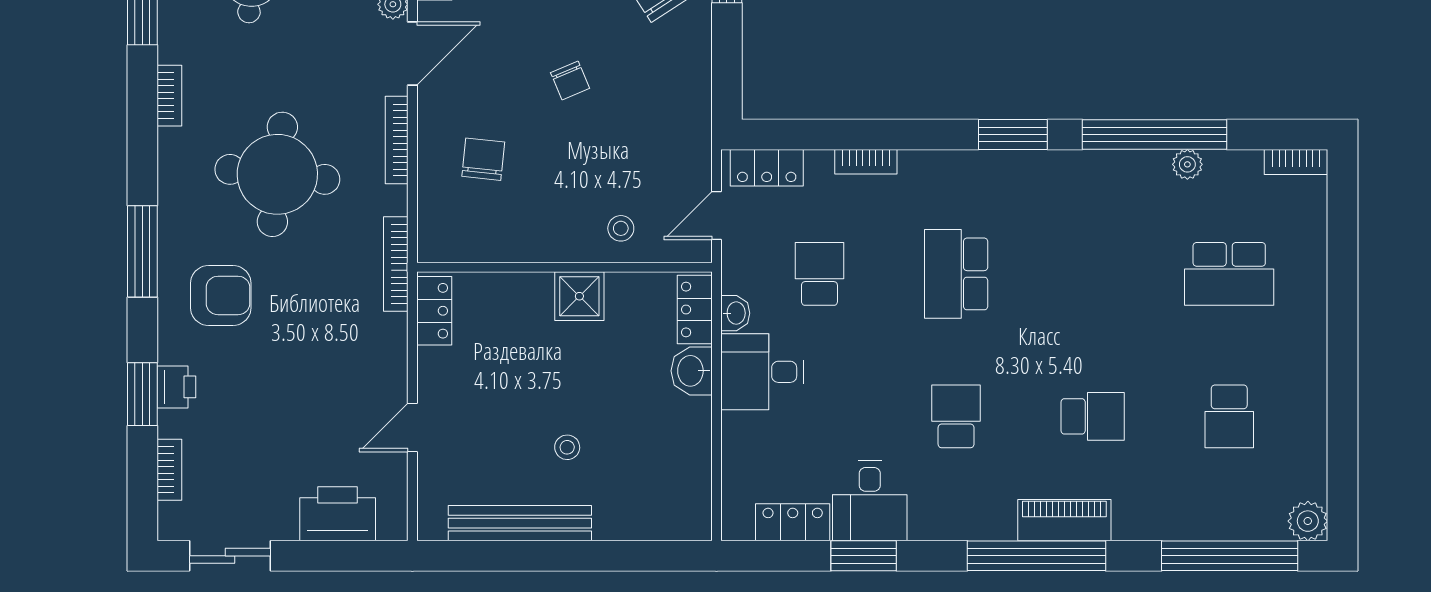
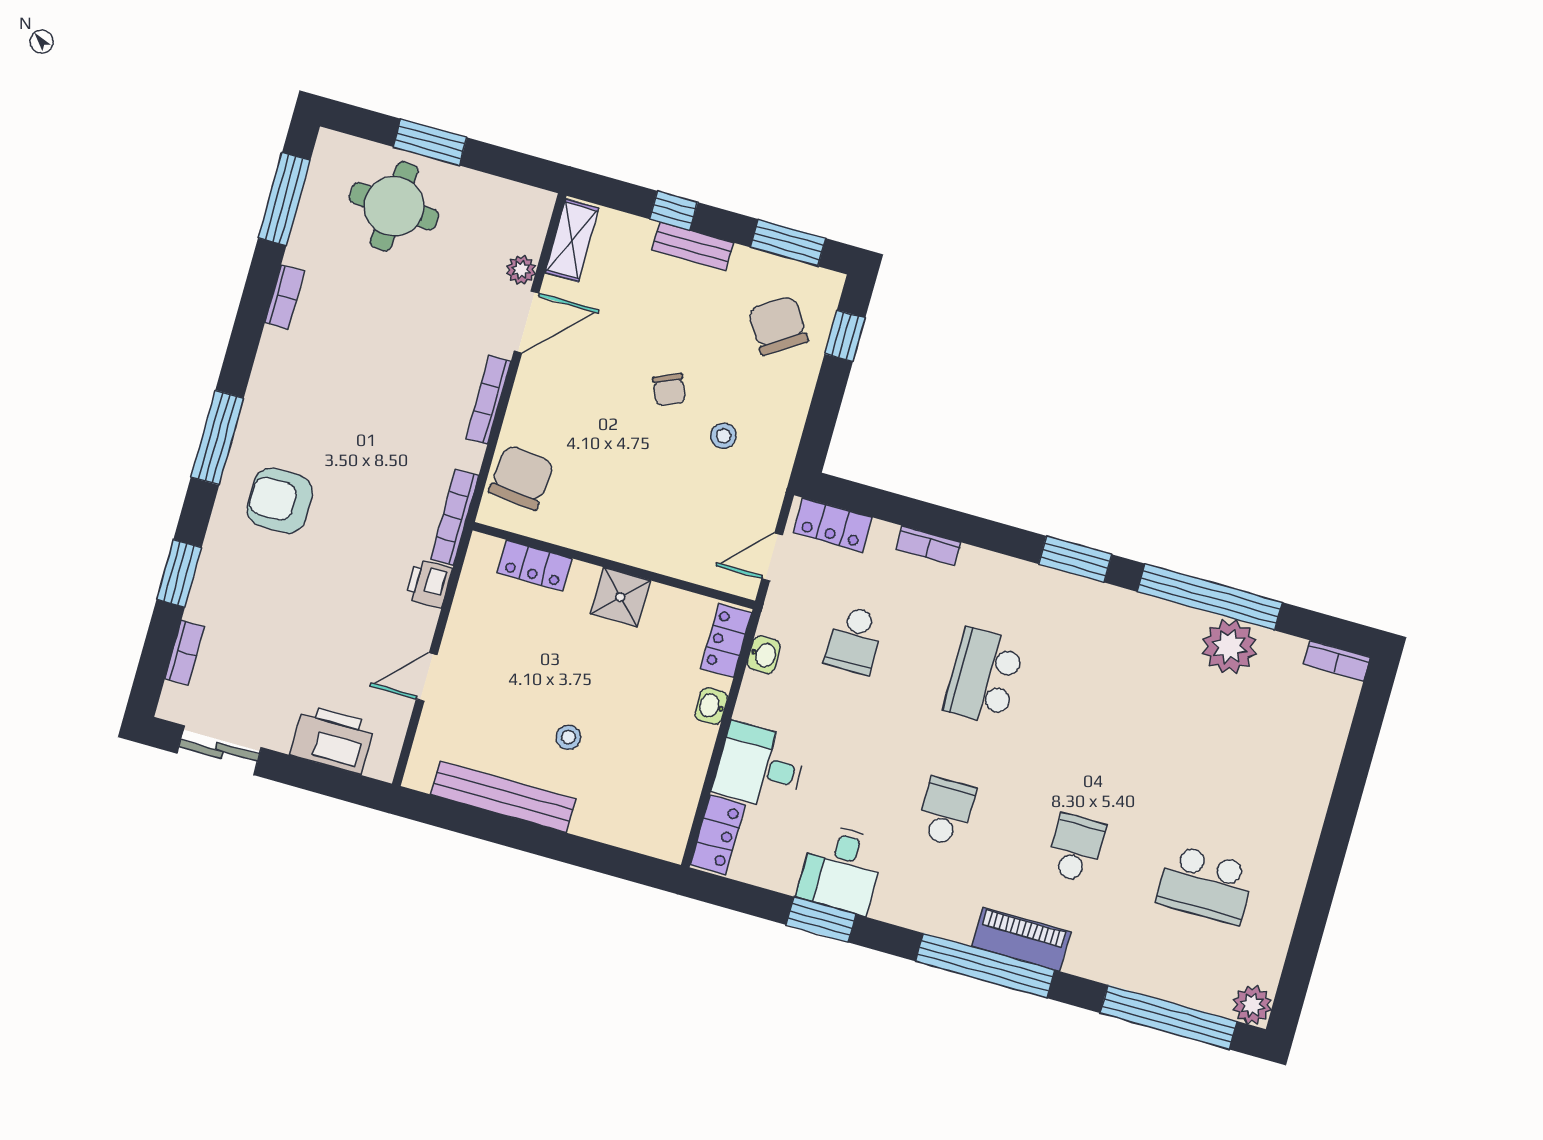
chair: (483, 159) -> (521, 477), moved, width x1.37, depth x1.37
plant: (1187, 164) -> (1229, 647), width x1.88, depth x1.88
round table: (277, 174) -> (366, 401), removed
stool: (621, 228) -> (724, 436), moved
school desk: (819, 274) -> (854, 640), turned 180
school desk: (1229, 274) -> (1243, 749), removed
armchair: (221, 295) -> (280, 501), turned 180
locker: (434, 311) -> (535, 566), moved, turned 90
washbasin: (692, 371) -> (711, 706), width x0.72, depth x0.69
desk: (762, 372) -> (760, 766), moved
printer: (176, 387) -> (429, 583), moved, turned 180
school desk: (1093, 416) -> (1076, 848), turned -90
school desk: (1229, 416) -> (1205, 885), width x1.85
locker: (793, 522) -> (718, 835), moved, turned 90

